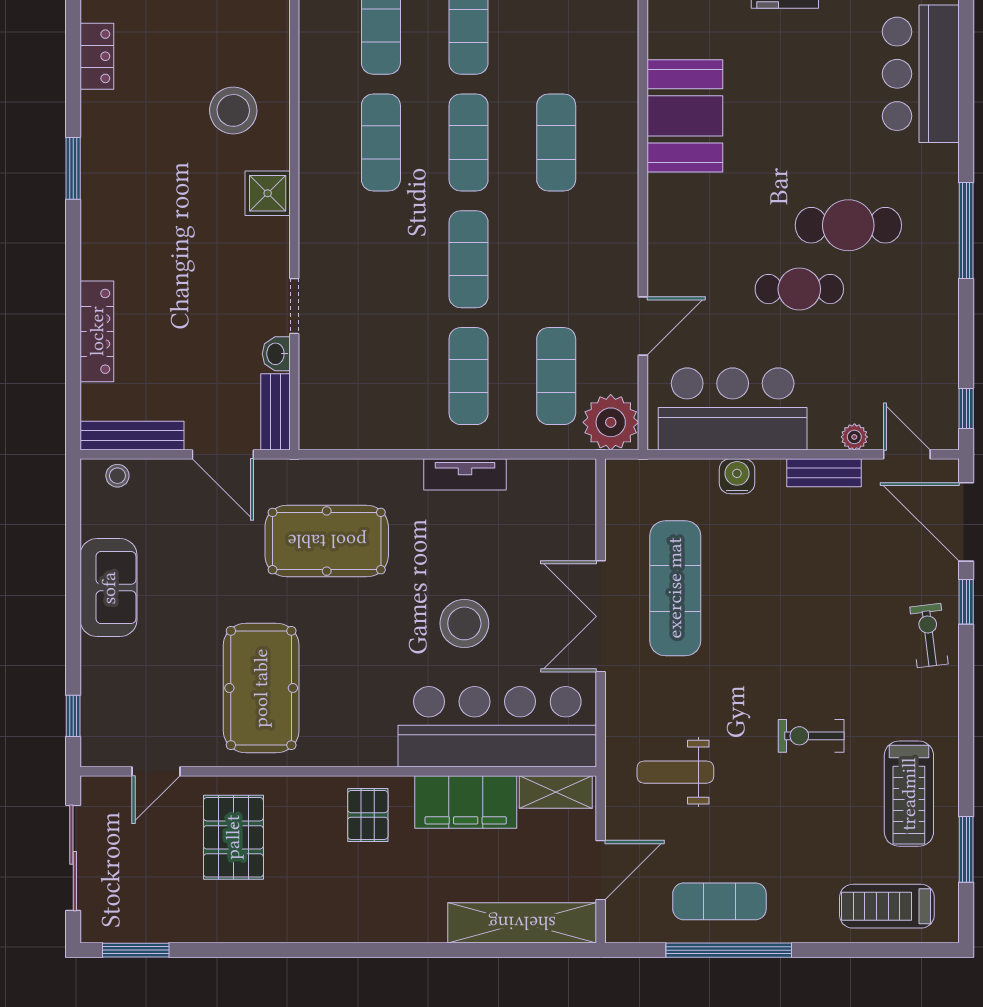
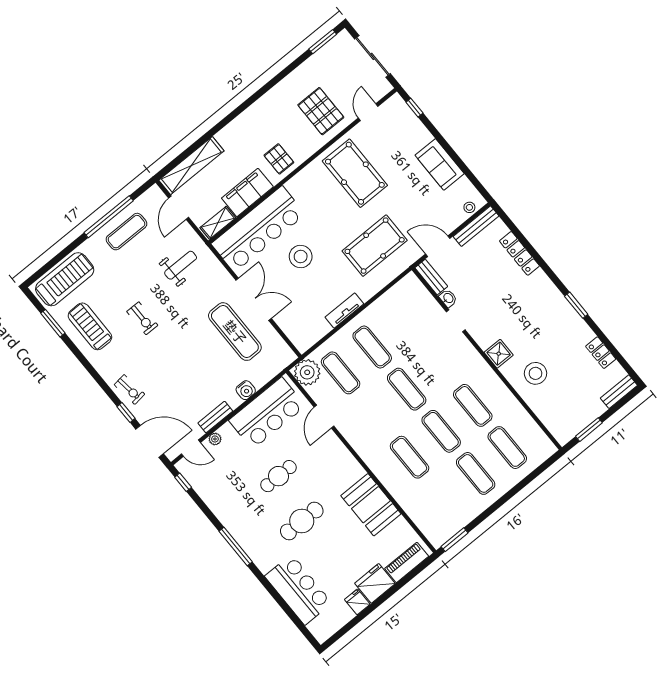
cafe table: (848, 225) -> (302, 521), moved
exercise bike: (811, 736) -> (142, 318), turned 90
treadmill: (887, 906) -> (65, 279), width x1.37, depth x1.38

